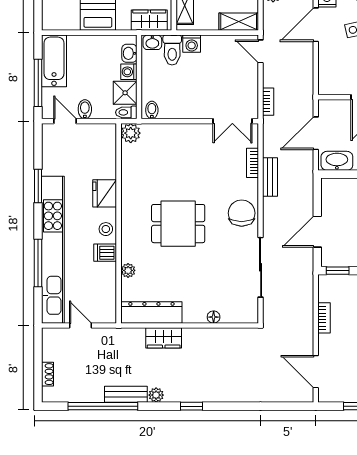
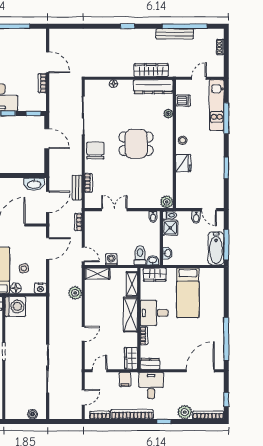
door: (316, 25) -> (48, 249), moved
washing machine: (192, 44) -> (111, 259), moved
washing machine: (129, 72) -> (168, 241), removed
window: (38, 83) -> (226, 245), moved
double door: (232, 121) -> (114, 210), moved
bench: (270, 177) -> (77, 188), moved
chair: (242, 213) -> (95, 150), turned 180
door: (317, 232) -> (47, 139), hinge flipped
kitchen unit: (53, 250) -> (217, 105), width x0.54
dishwasher: (105, 253) -> (183, 101), moved
door: (80, 325) -> (199, 78), swing flipped
wardrobe: (164, 338) -> (151, 70), width x1.50
door: (316, 372) -> (48, 62), moved
bench: (126, 394) -> (175, 34), width x1.36
plant: (156, 395) -> (150, 33), removed

